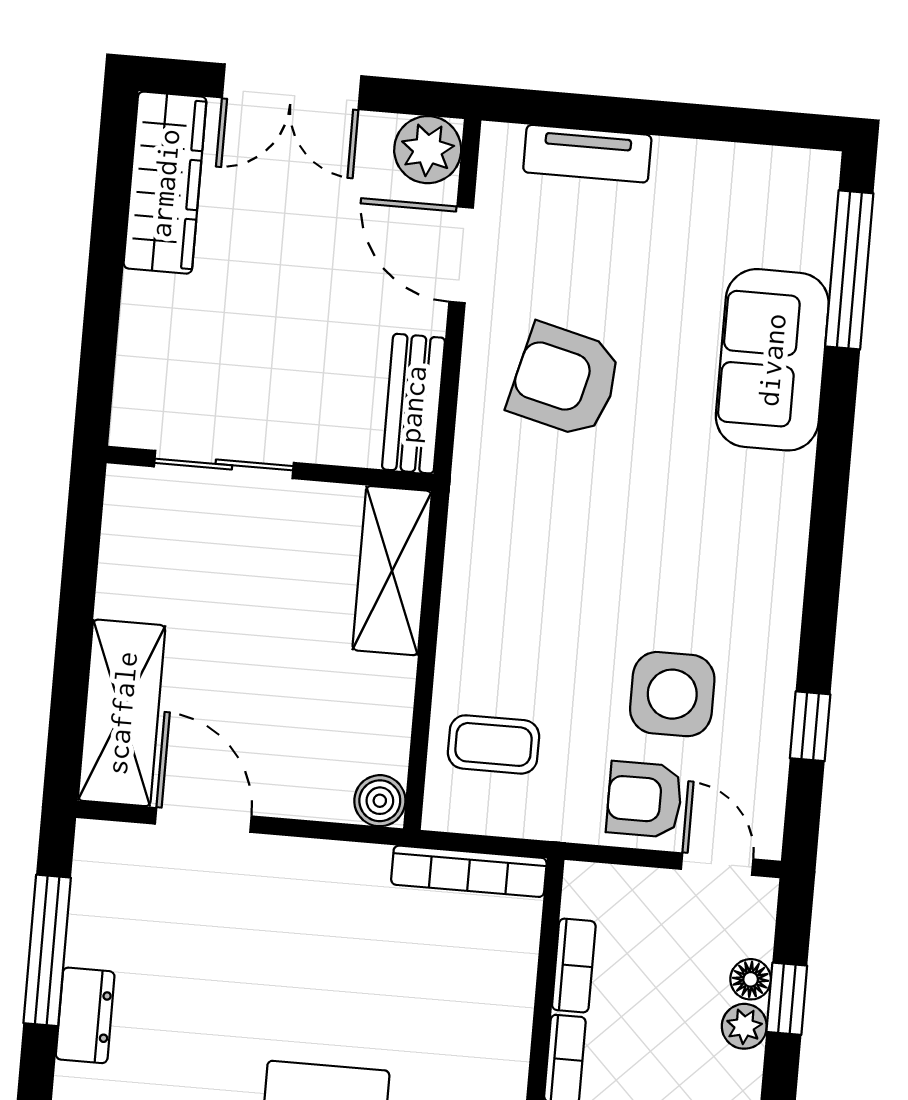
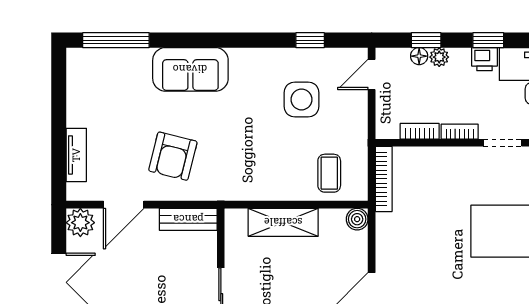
sofa: (772, 360) -> (190, 69), moved
shelving: (392, 571) -> (283, 222), moved
armchair: (644, 799) -> (347, 107), removed

